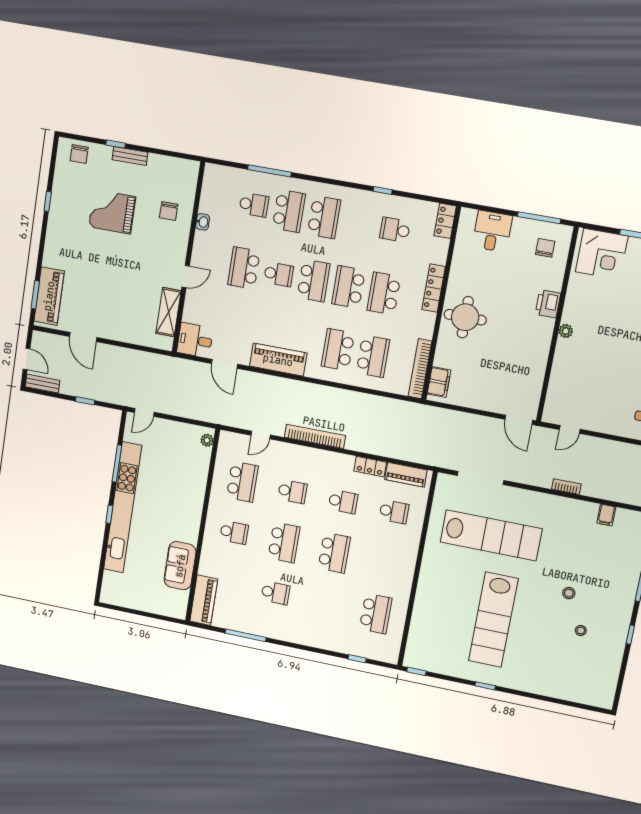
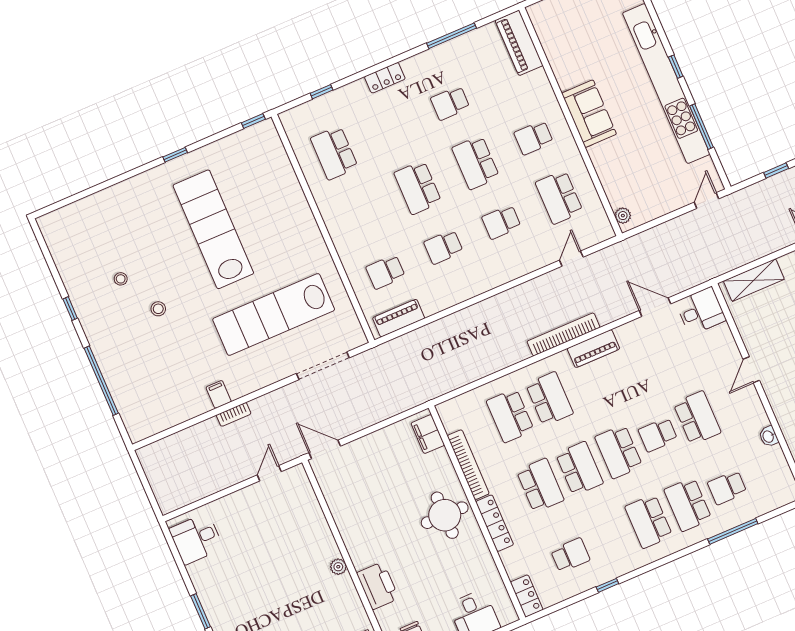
printer: (548, 304) -> (378, 586), width x1.37, depth x1.19
shelving: (168, 312) -> (754, 280), moved, turned 90
piano: (278, 360) -> (593, 349), width x0.73, depth x0.75
bookcase: (420, 369) -> (468, 465), moved
bookcase: (315, 436) -> (563, 334), moved, turned 180
locker: (370, 467) -> (385, 78), moved, turned 180
filing cabinet: (606, 515) -> (219, 394), moved
sofa: (180, 566) -> (589, 114), moved

